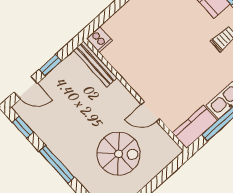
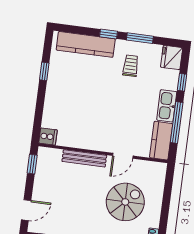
bench: (95, 64) -> (84, 158), moved
window: (50, 65) -> (32, 164), moved

